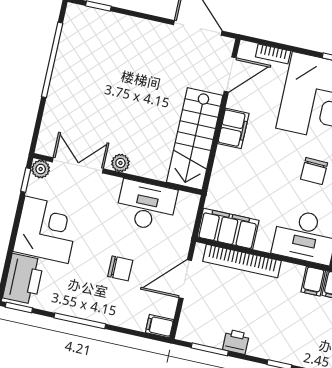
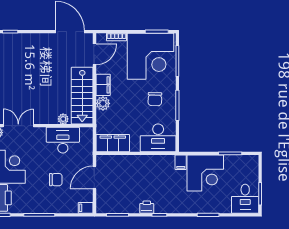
plant: (226, 159) -> (103, 103), added
plant: (120, 163) -> (63, 119), moved
bookcase: (242, 261) -> (125, 160), removed
filing cabinet: (313, 281) -> (168, 163), removed
printer: (236, 342) -> (147, 207), moved

